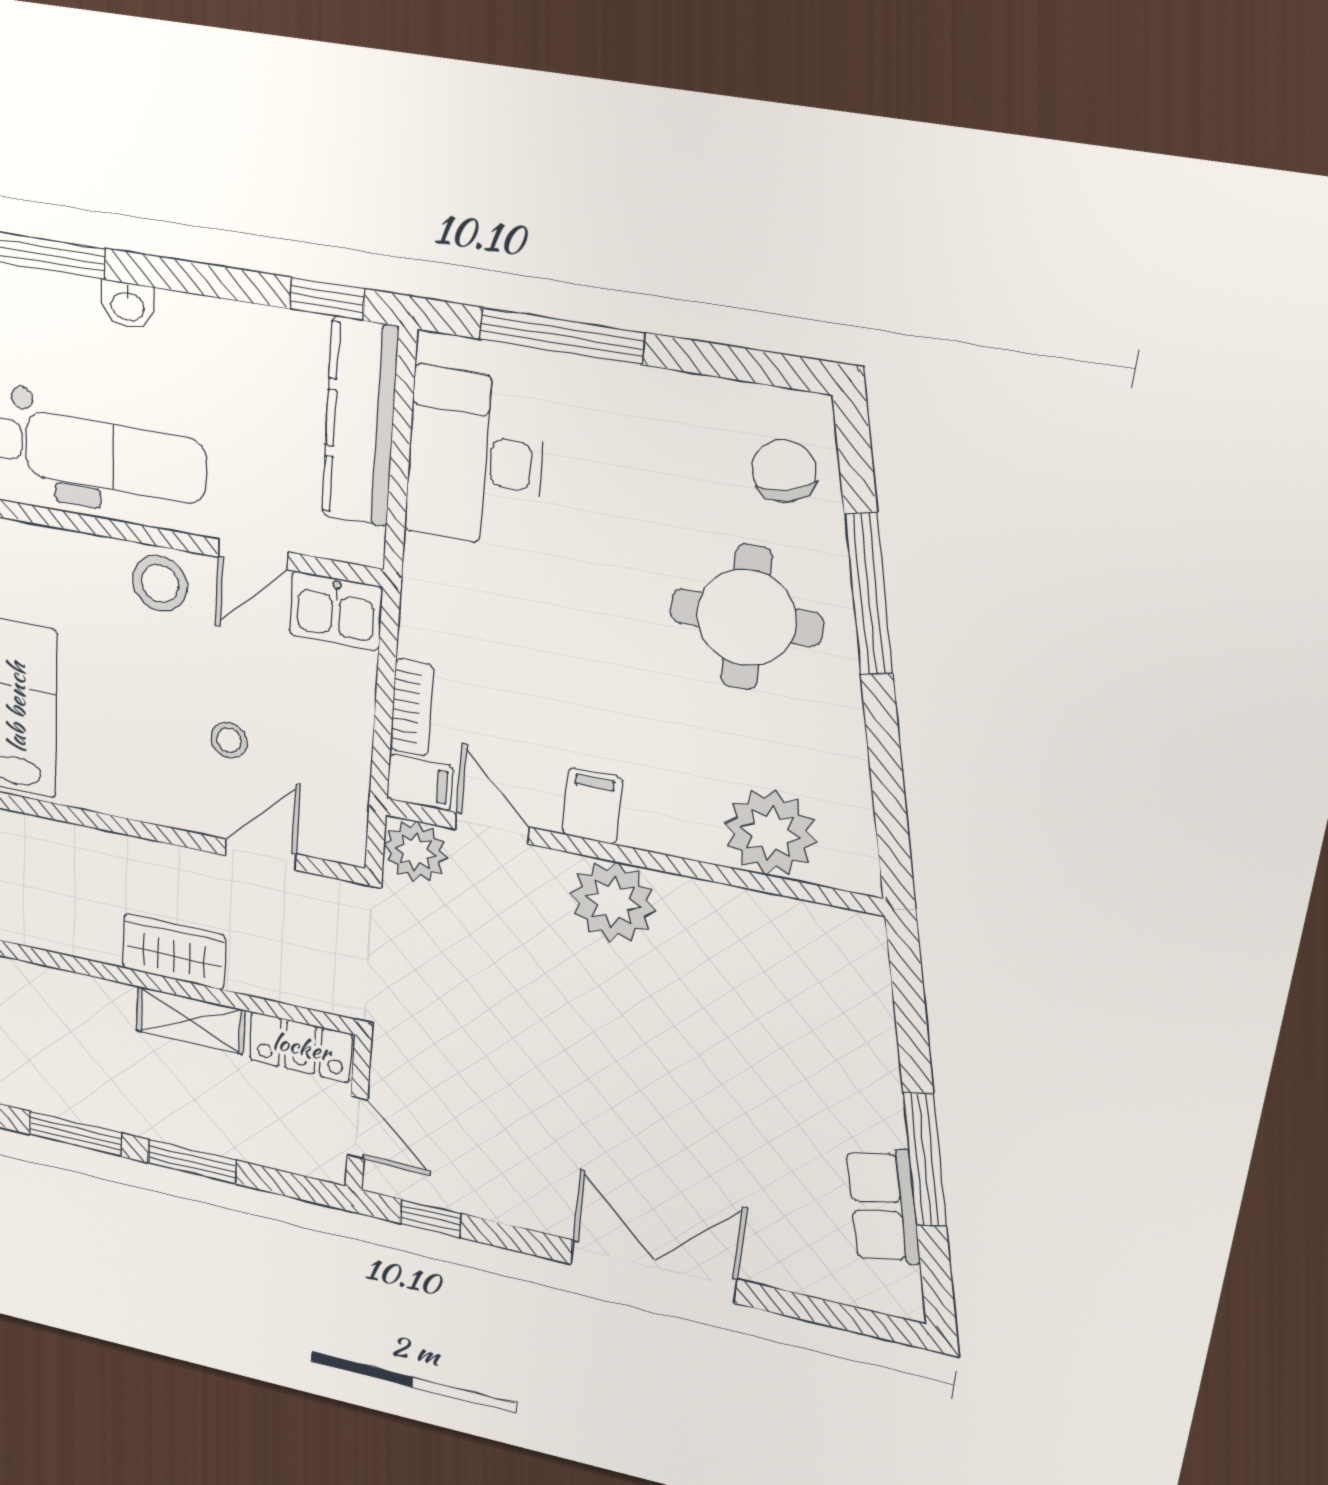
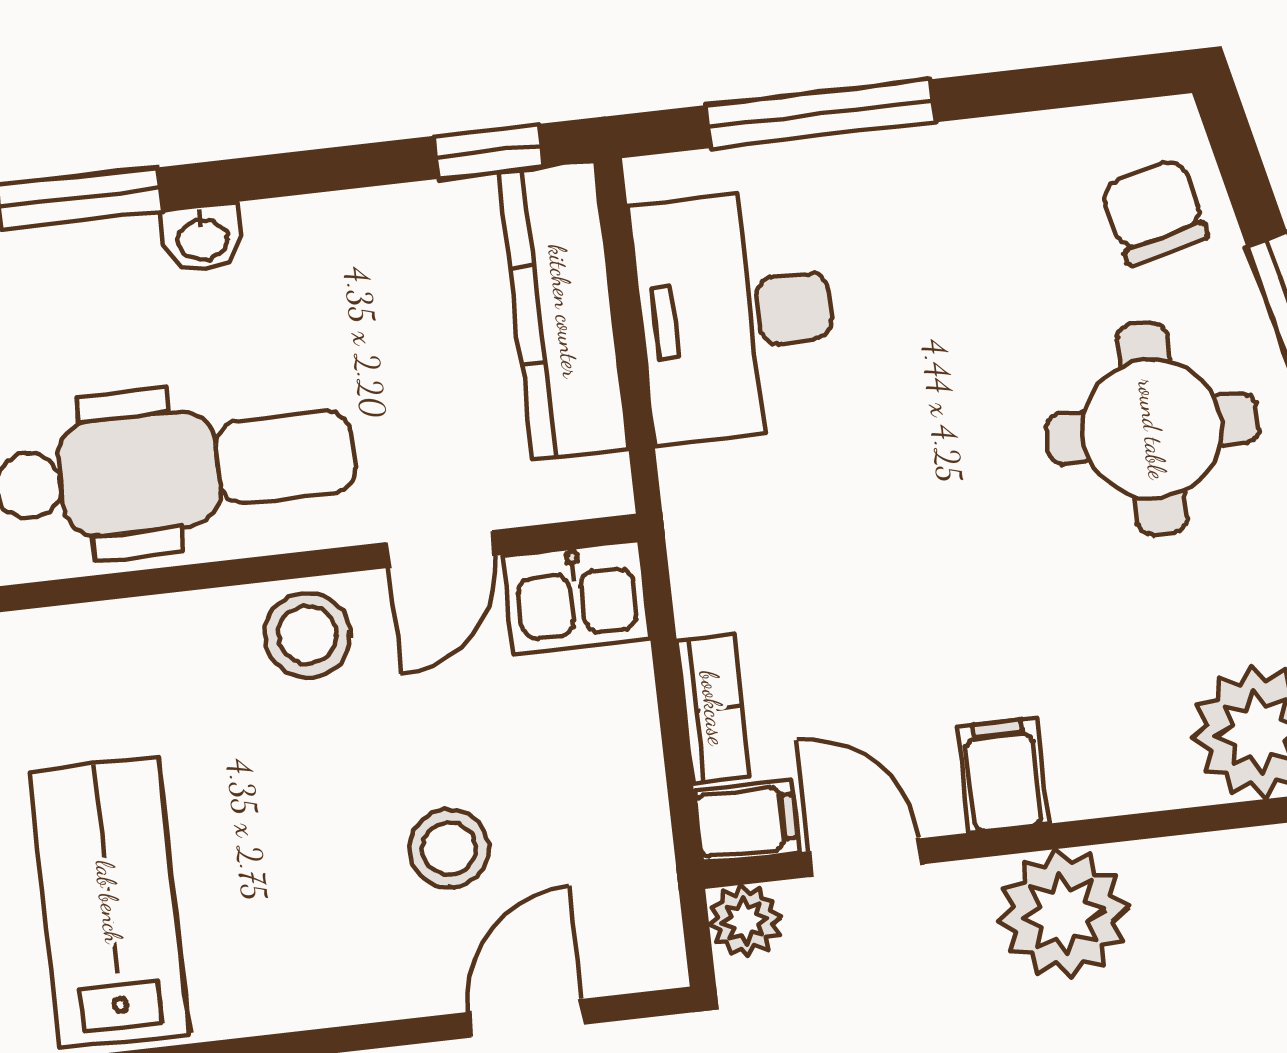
stool: (229, 740) -> (449, 848), width x1.37, depth x1.37
plant: (416, 851) -> (745, 921), width x0.73, depth x0.73

